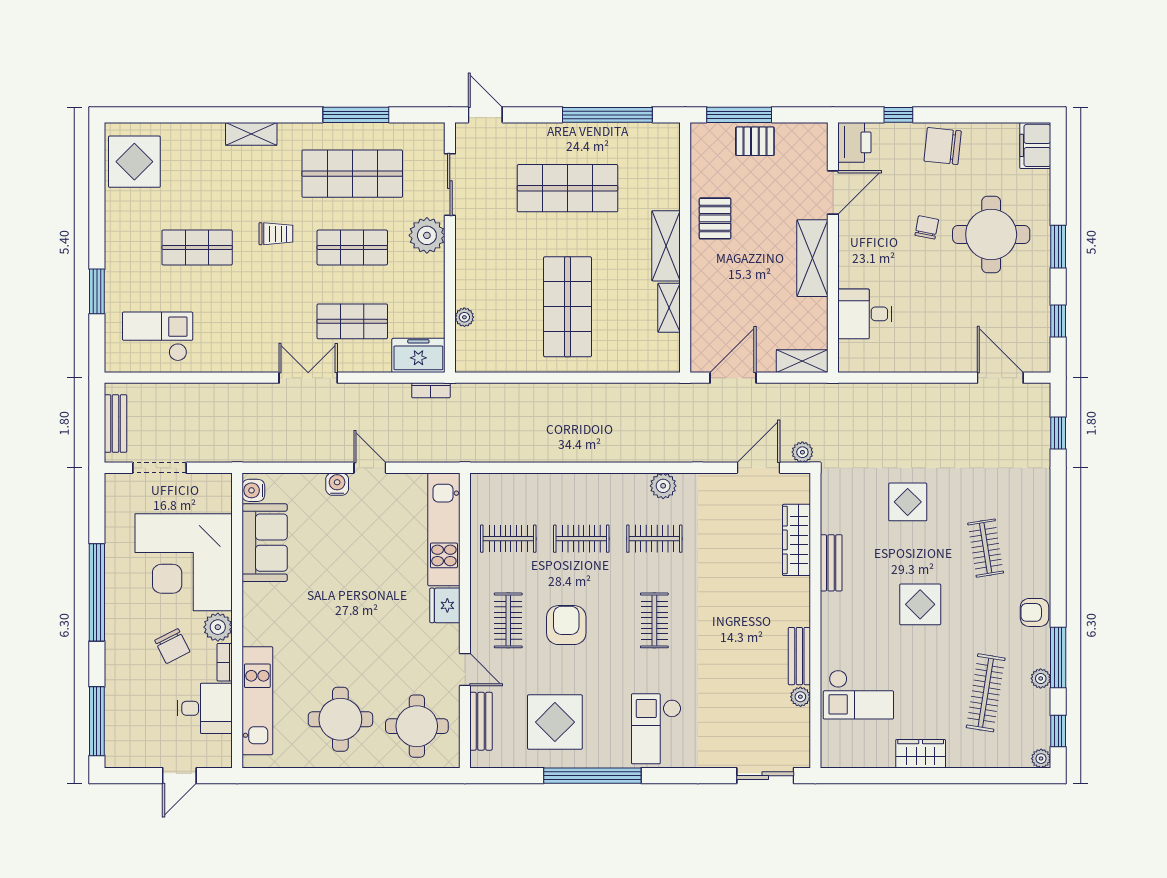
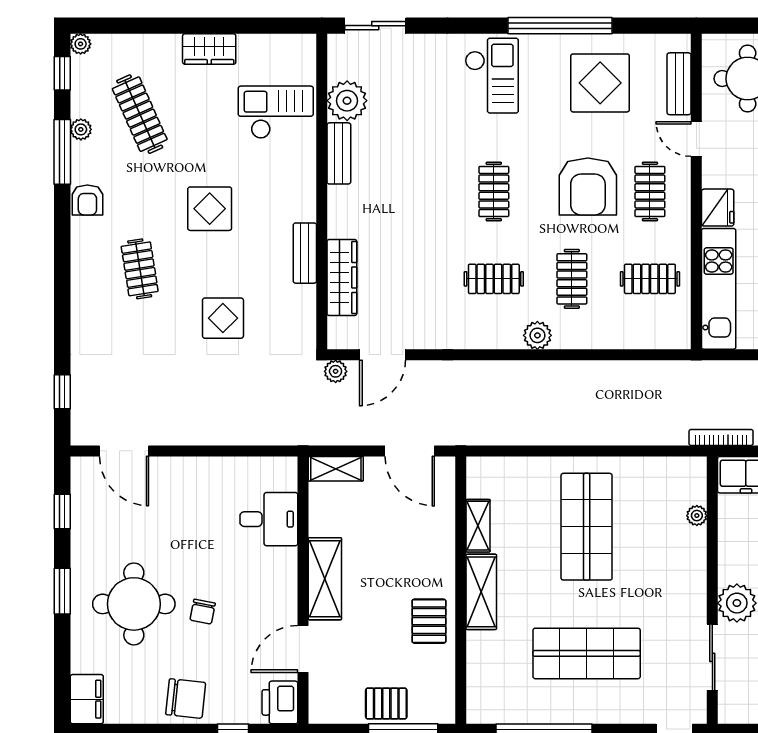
door: (733, 378) -> (410, 451), hinge flipped
bookcase: (431, 390) -> (721, 437), width x1.56
plant: (663, 486) -> (537, 335), moved
clothes rail: (581, 539) -> (572, 279), turned 90
armchair: (1035, 612) -> (87, 200), turned 90
armchair: (566, 625) -> (588, 187), width x1.36, depth x1.36
clothes rail: (986, 693) -> (140, 114), turned -33
plant: (800, 697) -> (347, 101), width x1.88, depth x1.88

